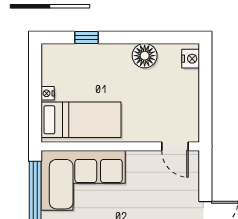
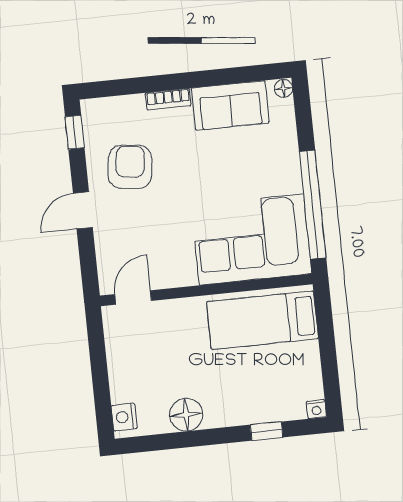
nightstand: (48, 93) -> (316, 409), moved, turned 90
door: (175, 146) -> (133, 298), hinge flipped

